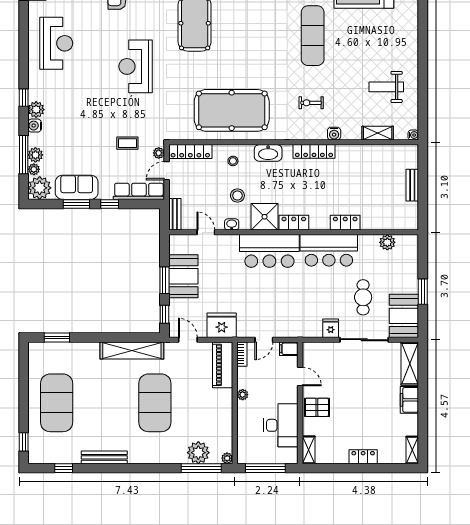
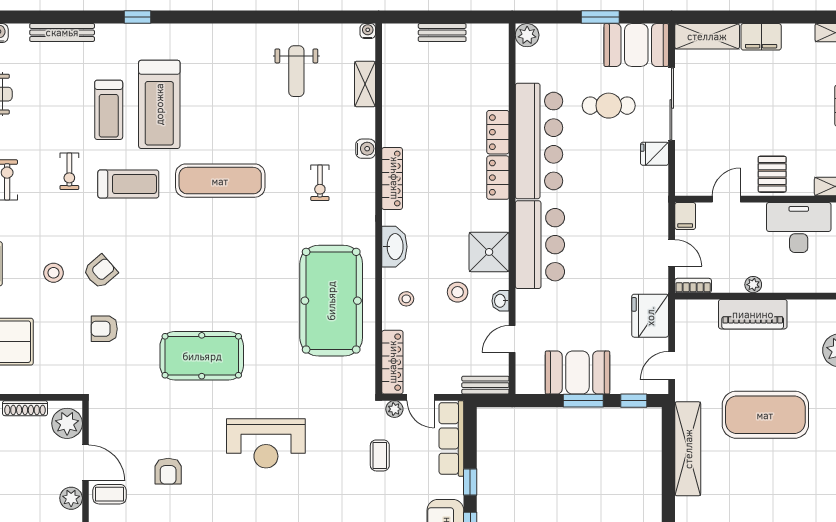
locker: (294, 223) -> (498, 178), moved
plant: (387, 242) -> (527, 35), moved
bar counter: (329, 250) -> (539, 141), width x1.36
piano: (223, 365) -> (753, 314), moved

